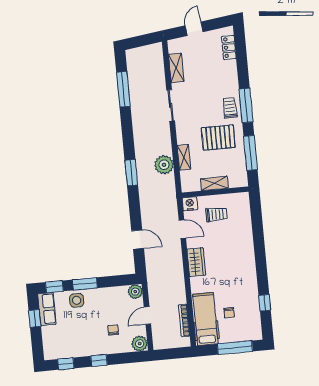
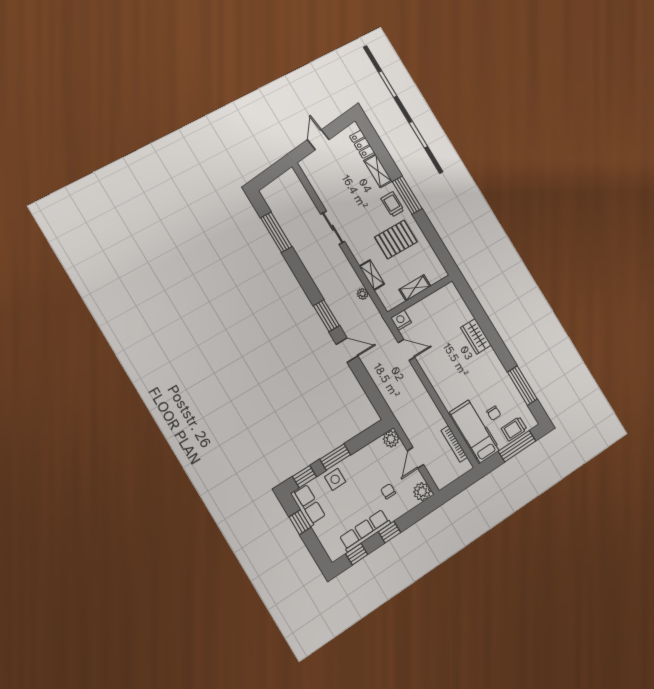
shelving: (176, 68) -> (378, 171), moved
window: (250, 153) -> (435, 241), removed
plant: (164, 165) -> (363, 294), width x0.53, depth x0.53
trolley: (216, 214) -> (514, 429), moved, turned 180
door: (138, 240) -> (347, 350), moved
wardrobe: (196, 262) -> (476, 336), moved, turned 180
window: (265, 303) -> (522, 386), width x2.17
row of seats: (81, 350) -> (365, 531), added

